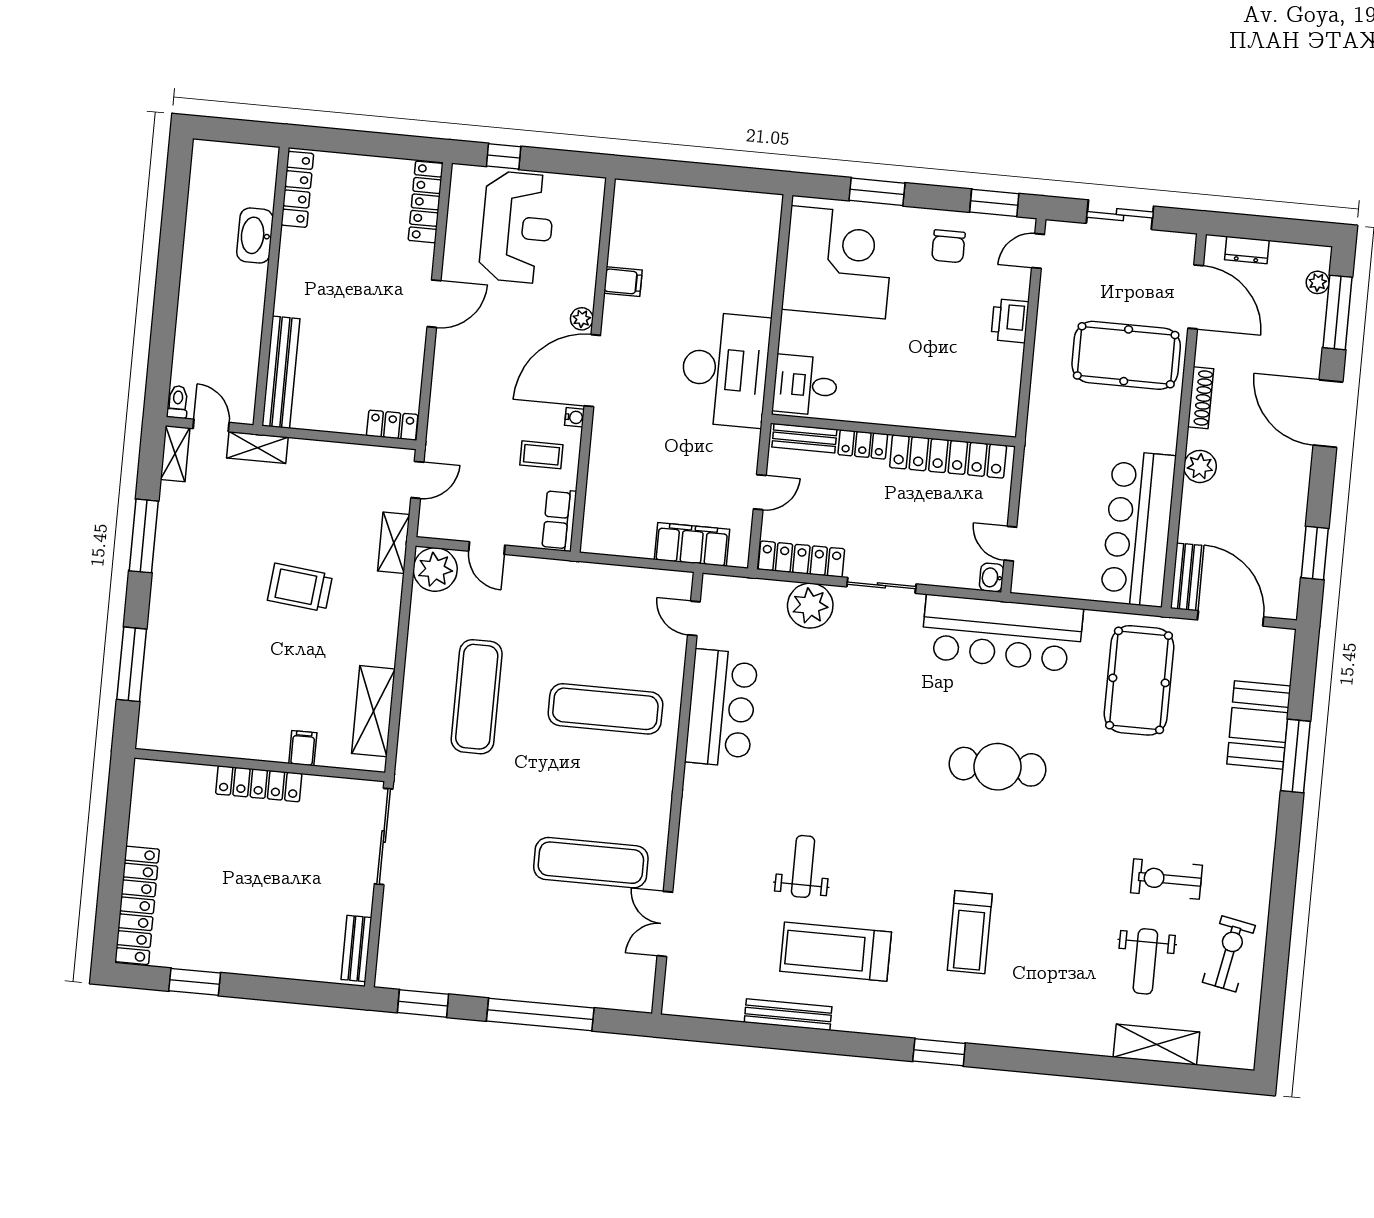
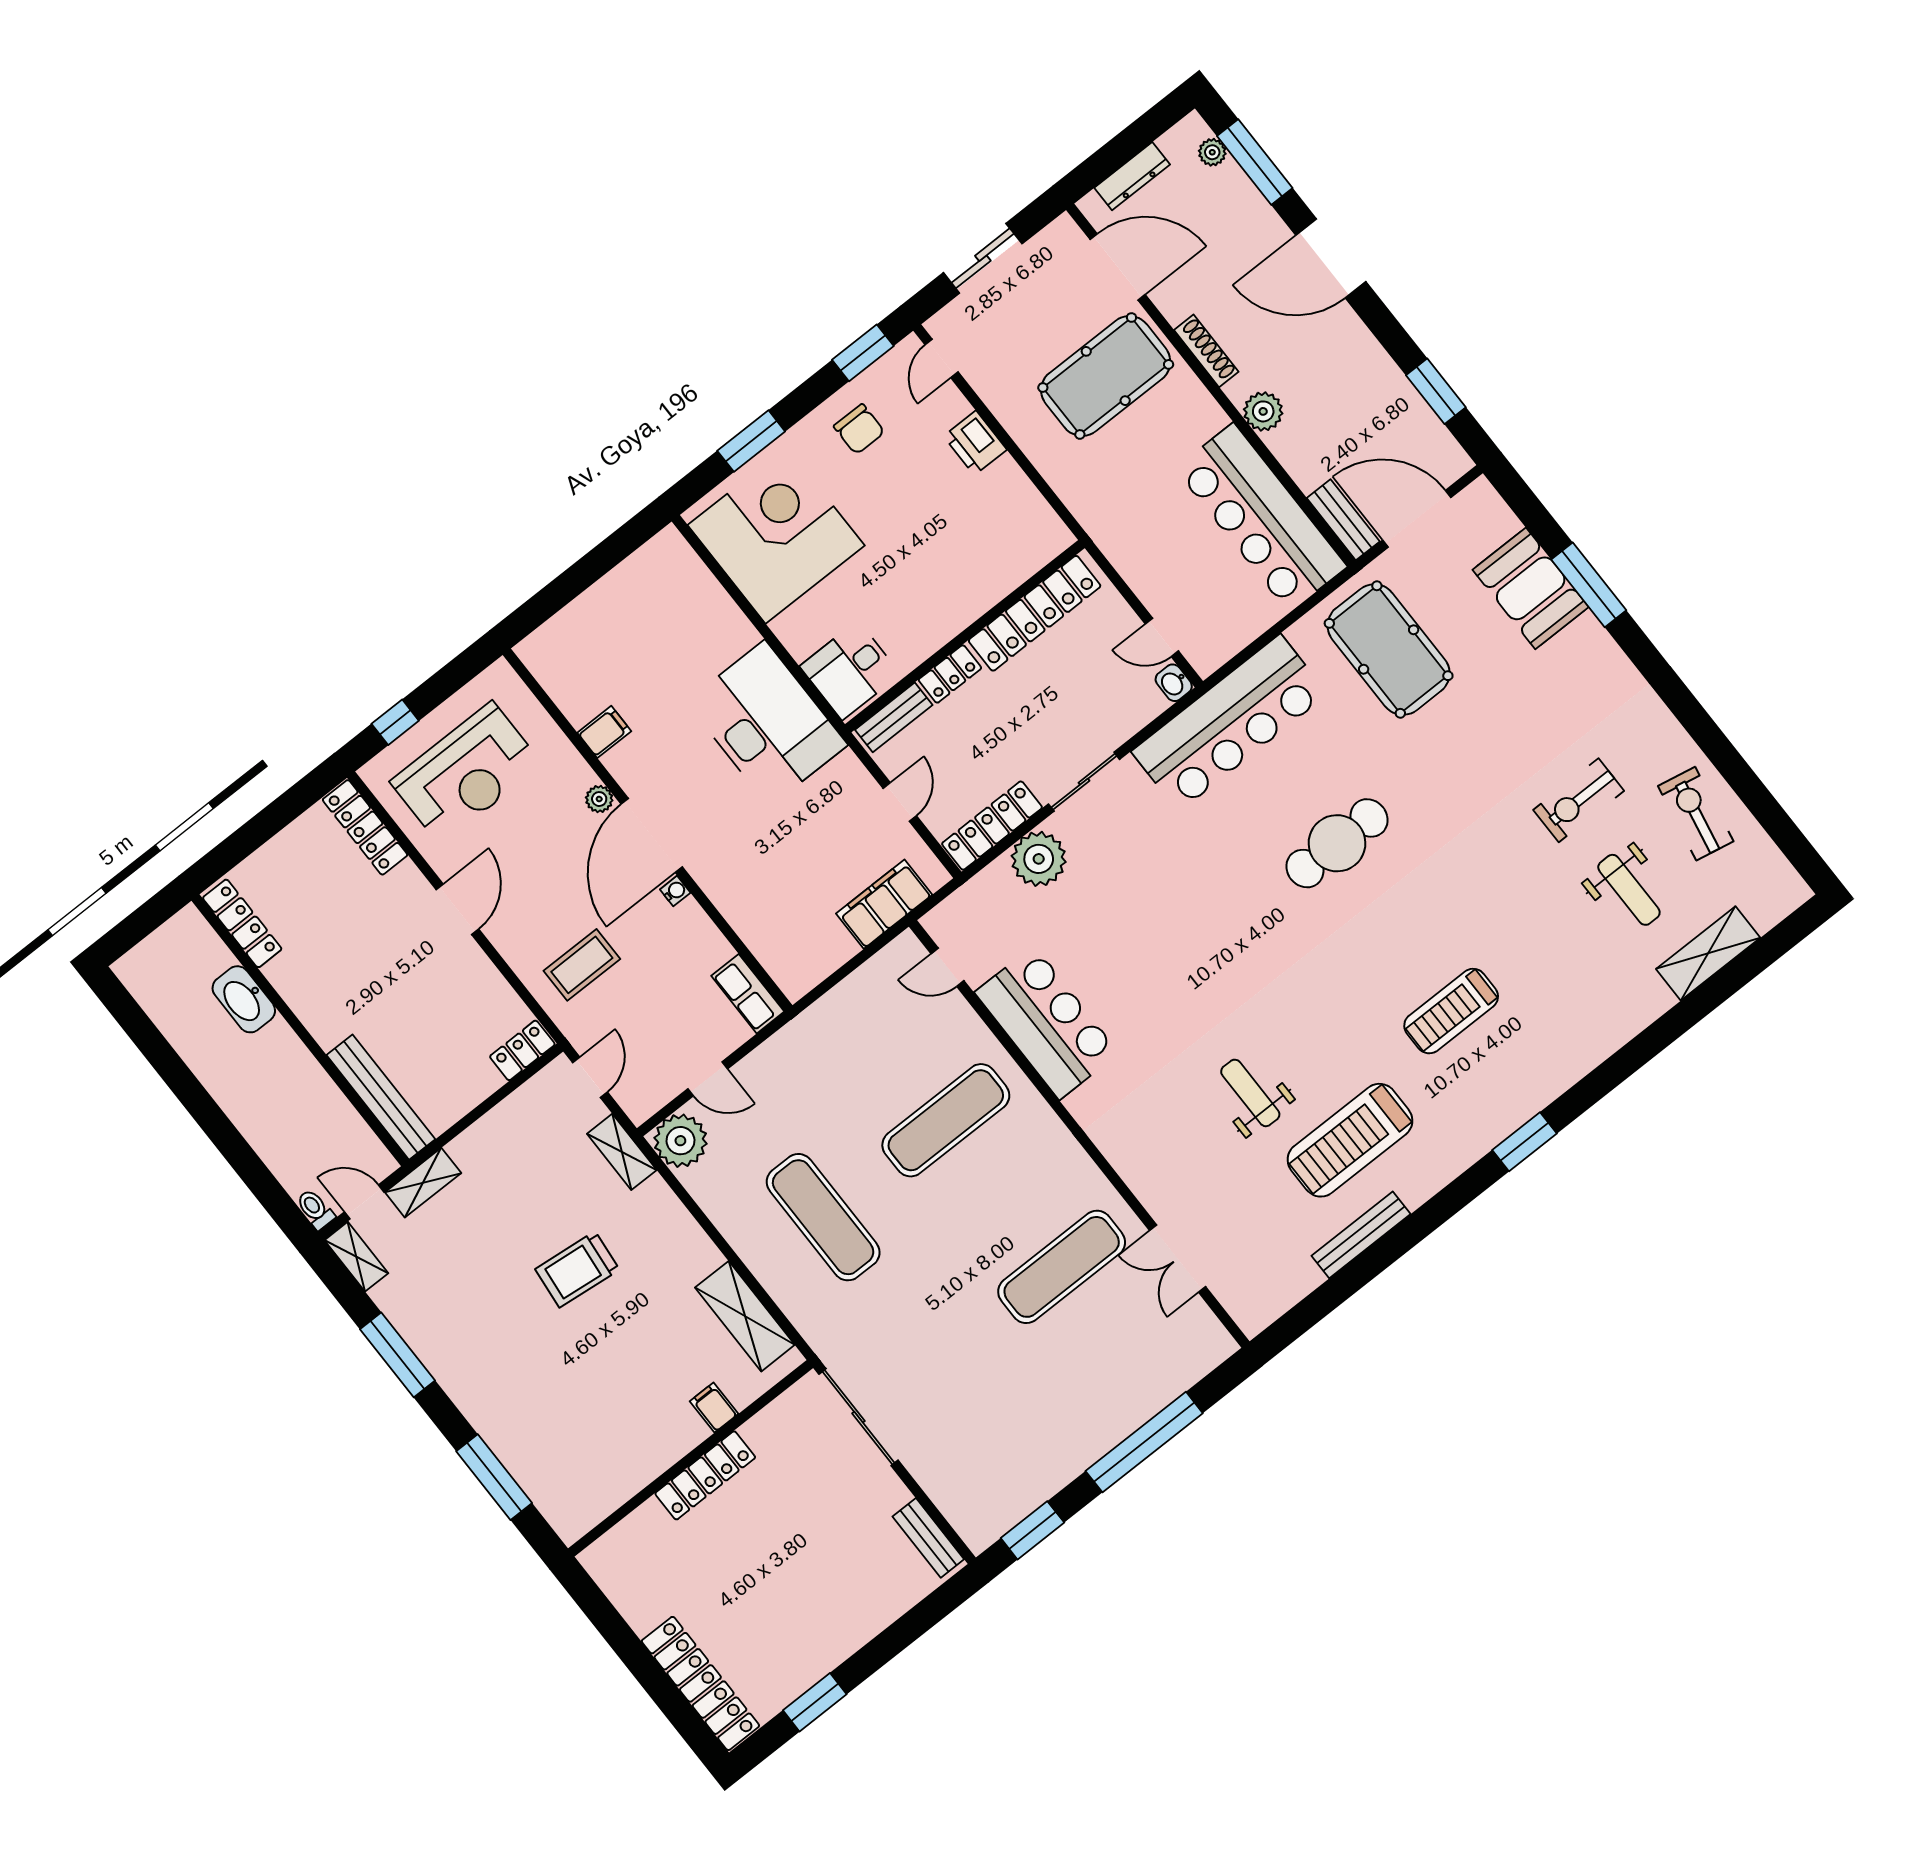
reception desk: (517, 227) -> (466, 773), turned 90
dresser: (1247, 250) -> (1132, 176), width x1.44
coffee table: (541, 455) -> (582, 965), moved, width x1.36, depth x1.30
treadmill: (970, 932) -> (1451, 1011), turned 90

